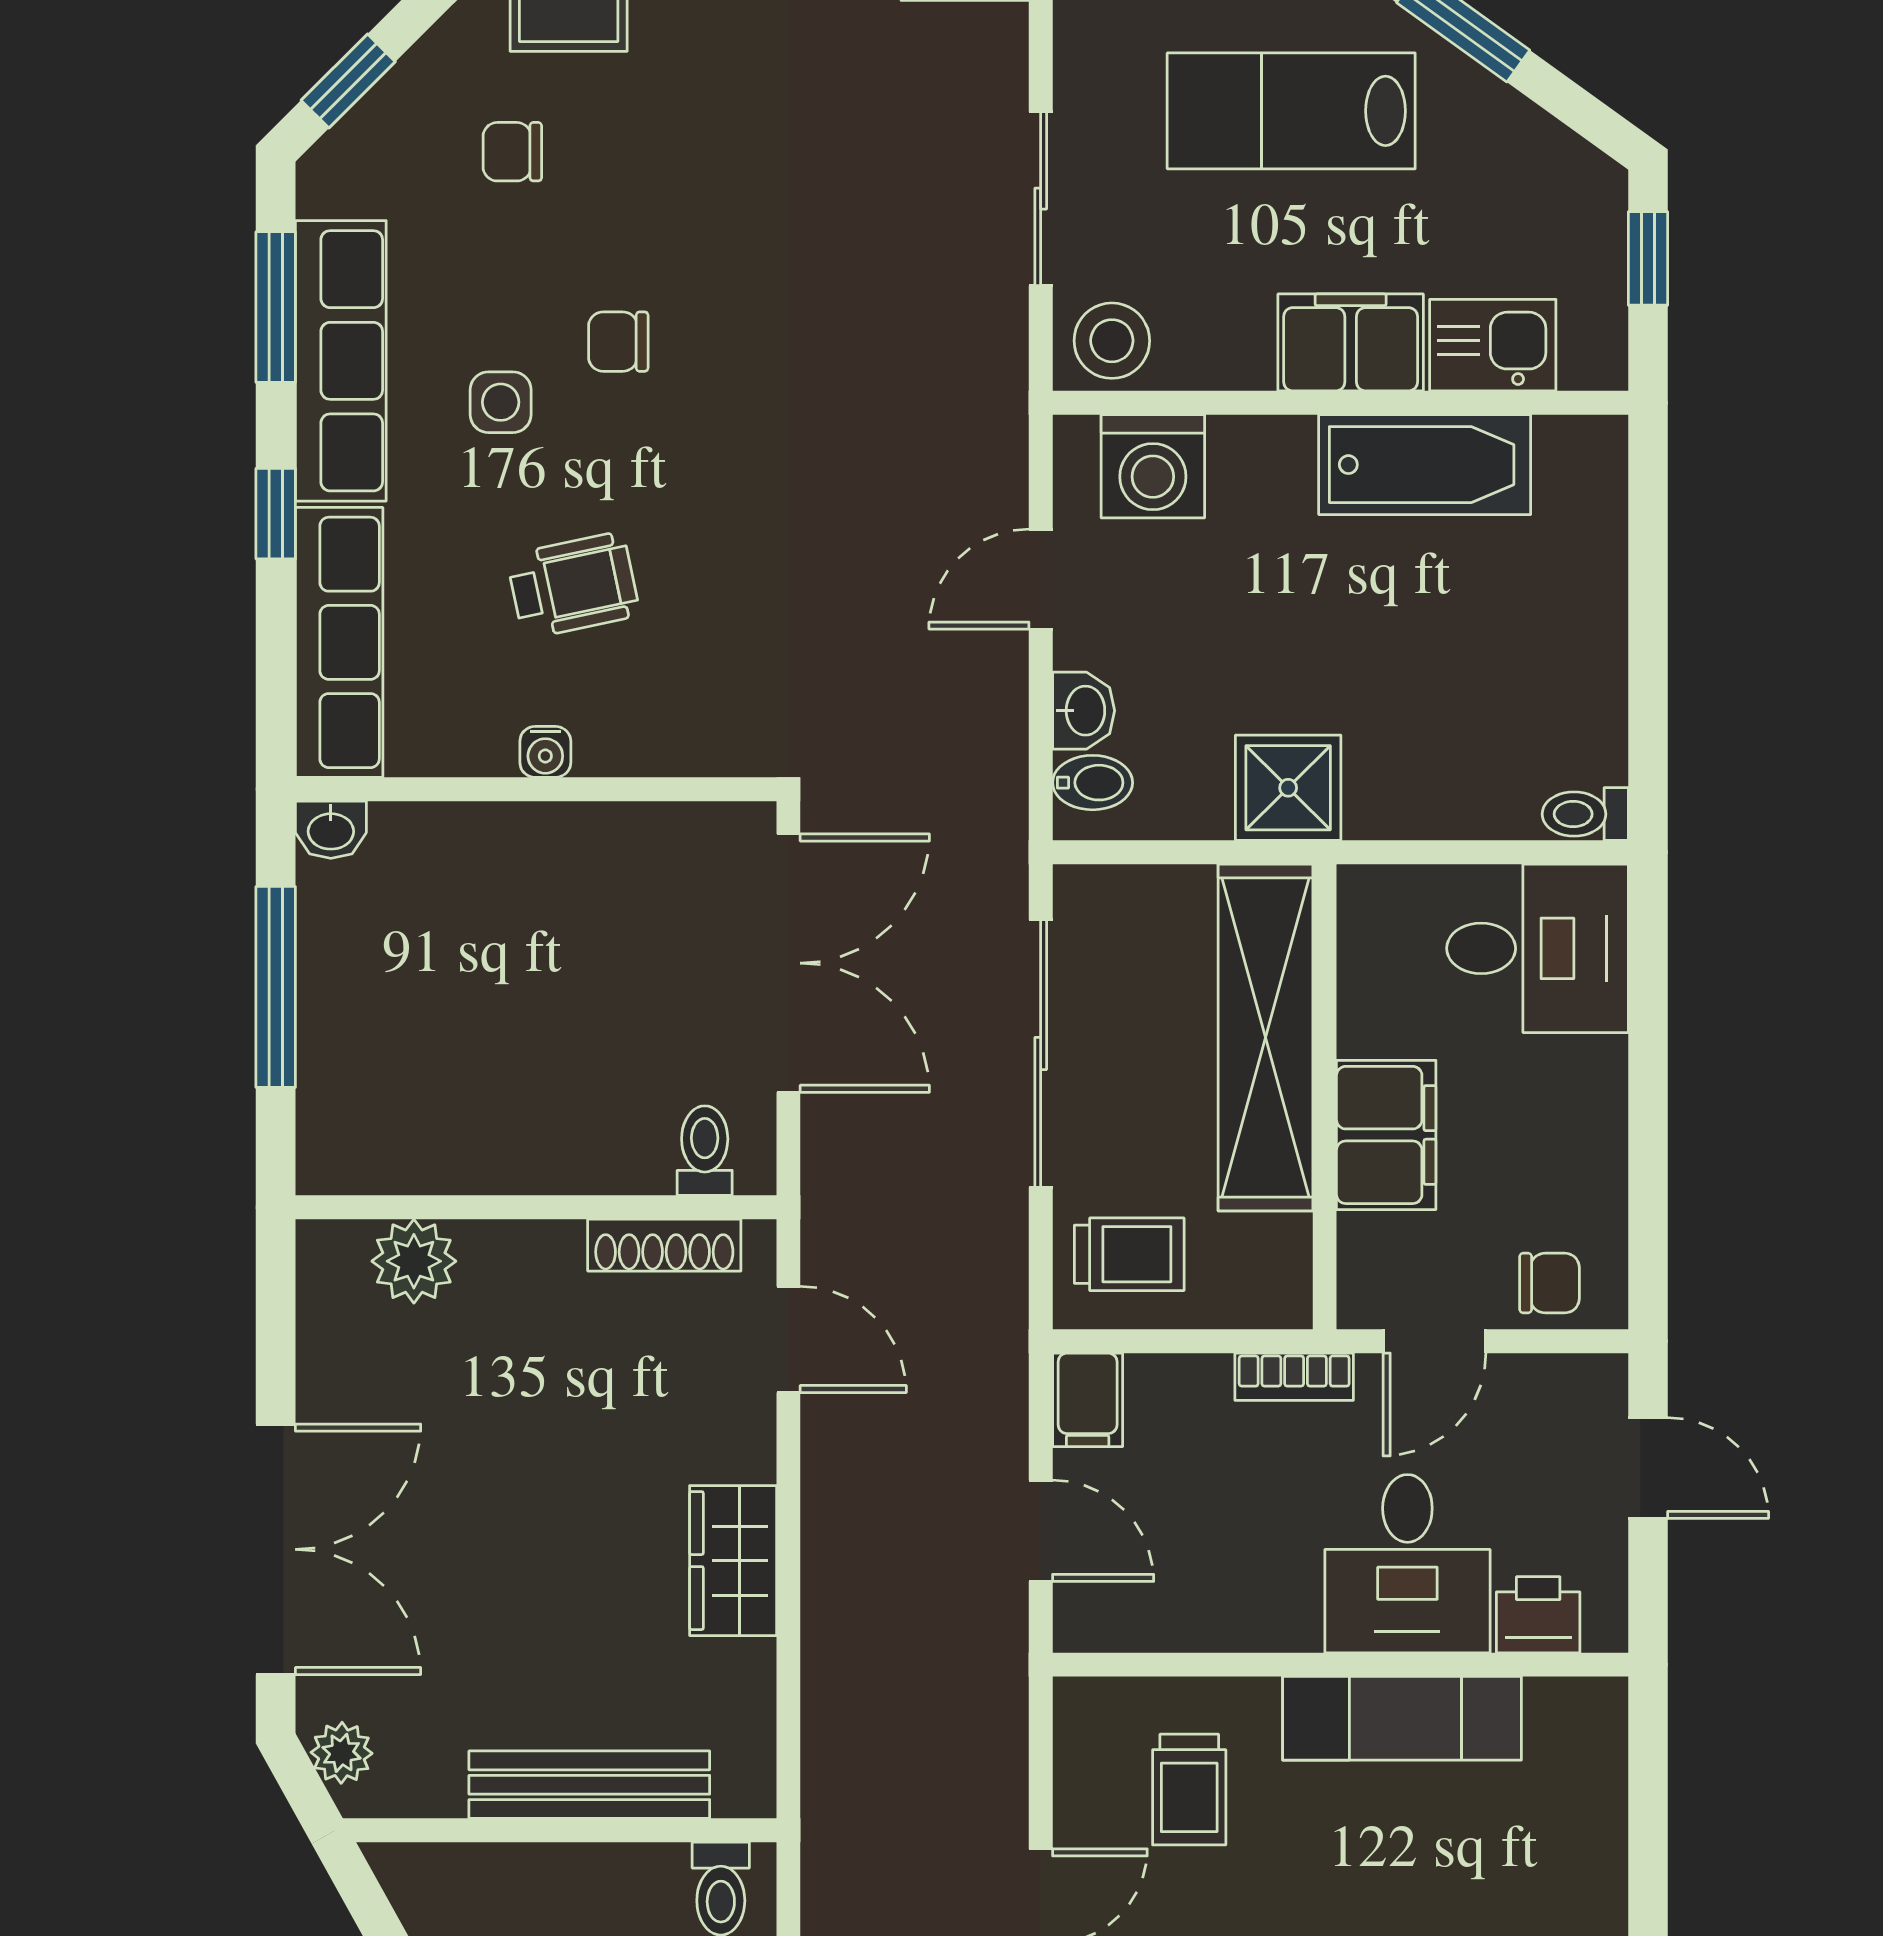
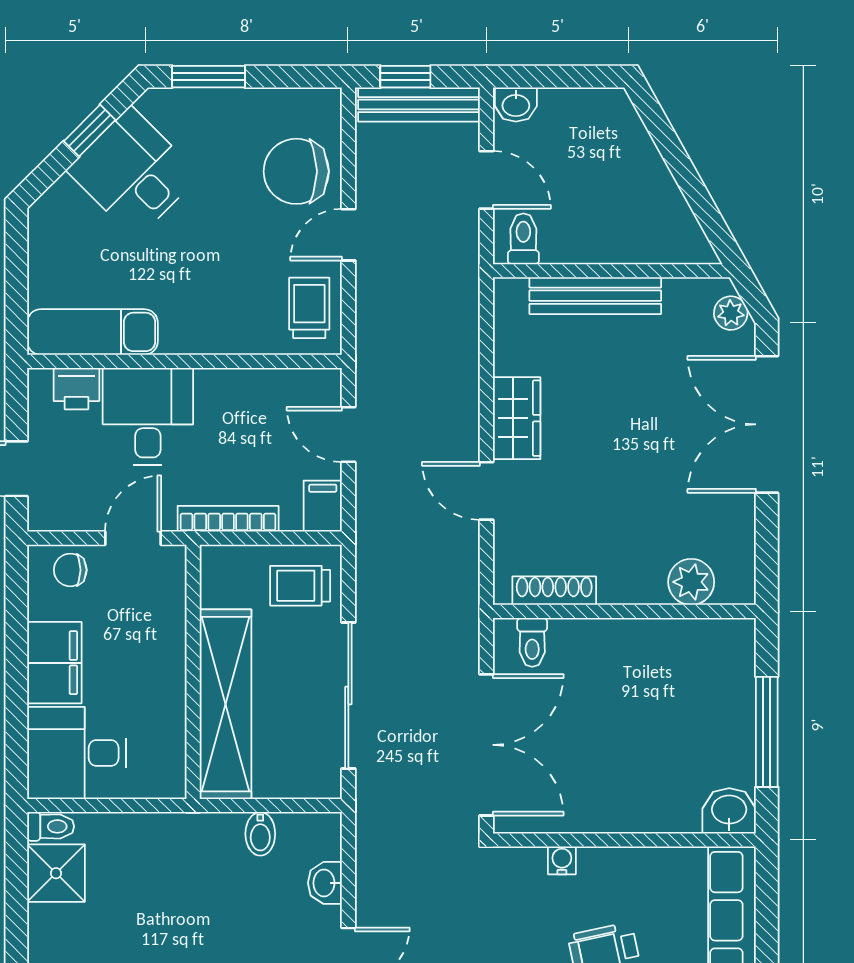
water cooler: (545, 752) -> (562, 860), moved
bidet: (1093, 783) -> (260, 834), moved, turned -90
shower: (1288, 788) -> (56, 873), moved
washbasin: (331, 830) -> (729, 811), width x1.38, depth x1.45
double door: (788, 963) -> (486, 745), swing flipped
filing cabinet: (1386, 1135) -> (54, 663), moved, turned 180
door: (788, 1339) -> (486, 491), moved
bookcase: (1294, 1377) -> (228, 519), width x1.56
exam couch: (1402, 1718) -> (92, 332), moved
trolley: (1189, 1790) -> (309, 308), moved

